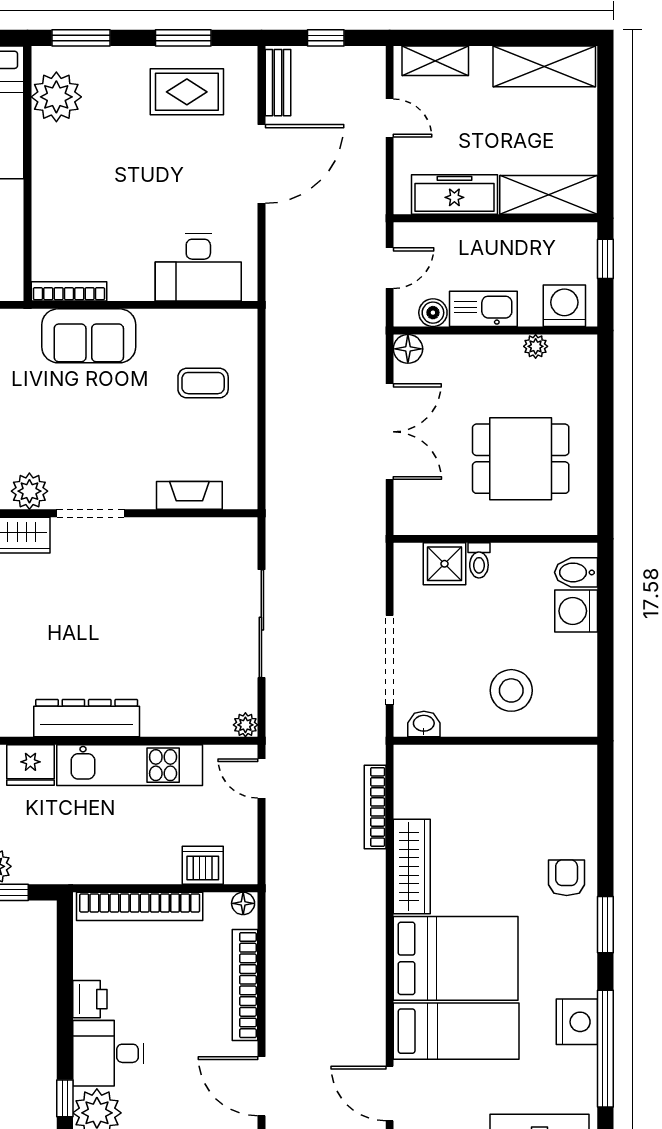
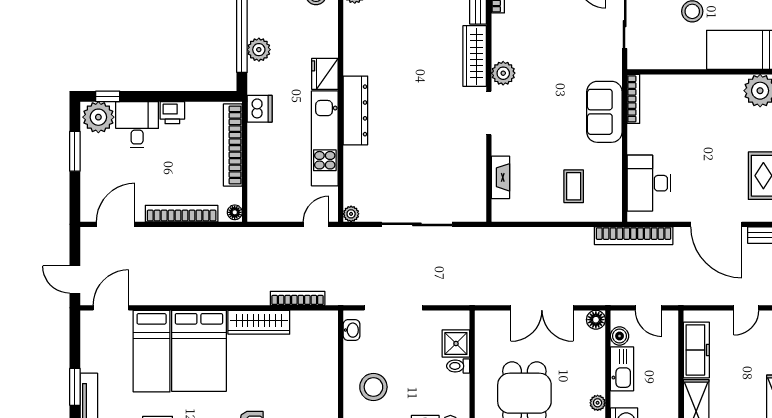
bookcase: (279, 291) -> (634, 236), added
dishwasher: (203, 865) -> (260, 109), moved

